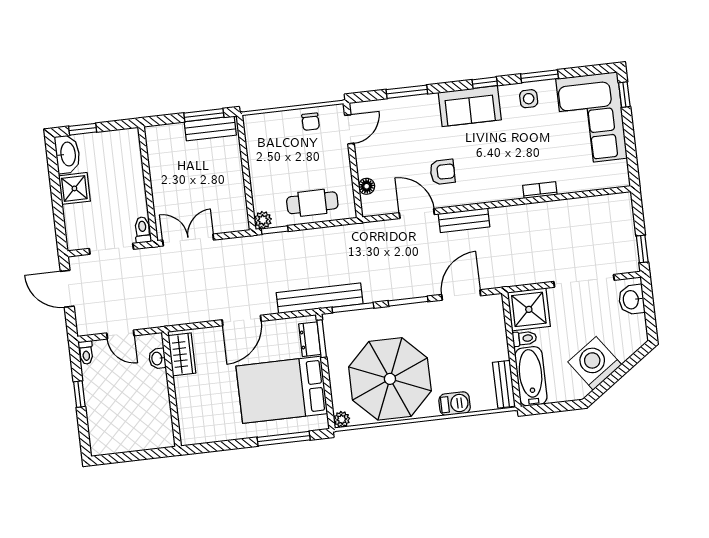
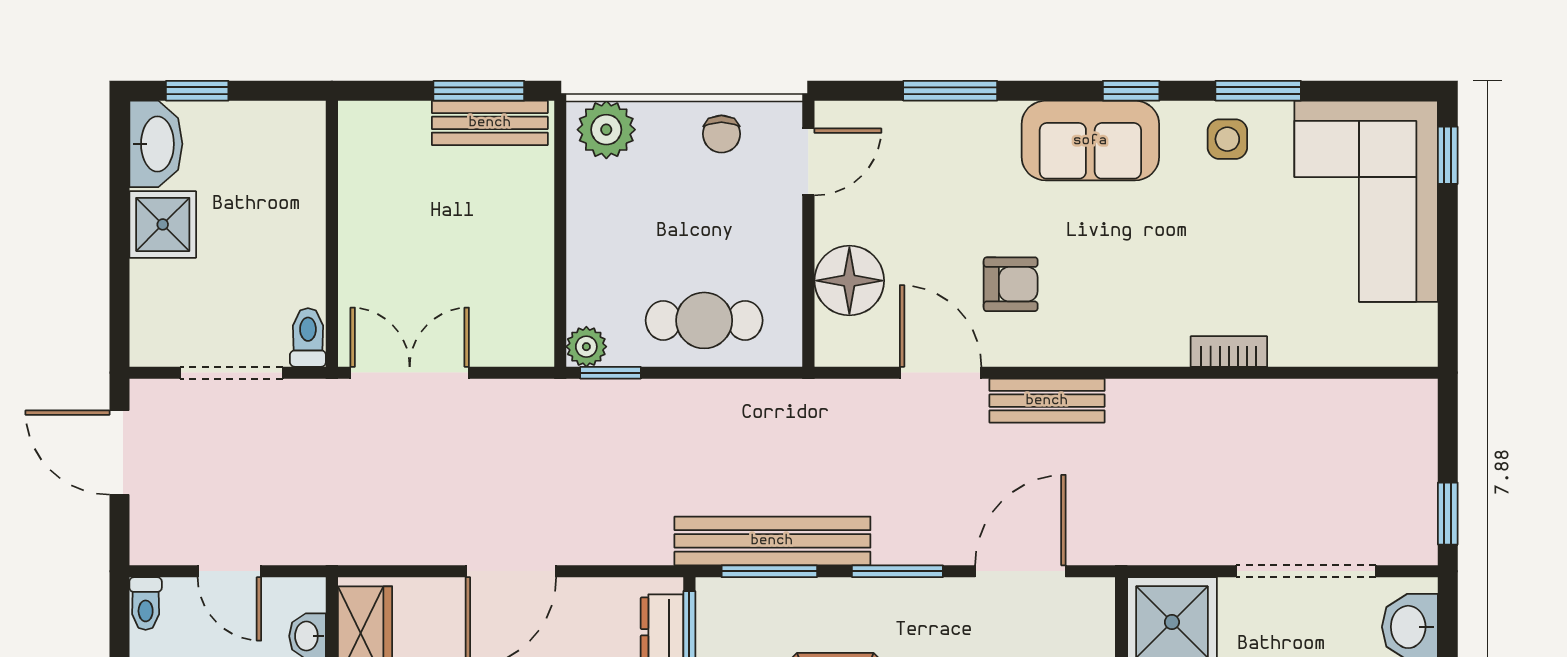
plant: (261, 126) -> (606, 130), added
floor lamp: (367, 186) -> (849, 281), width x1.89, depth x1.89
bench: (320, 298) -> (772, 541), moved

